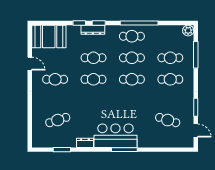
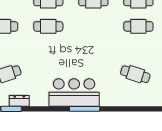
cafe table: (132, 79) -> (93, 26), removed
dresser: (85, 143) -> (19, 101), moved

